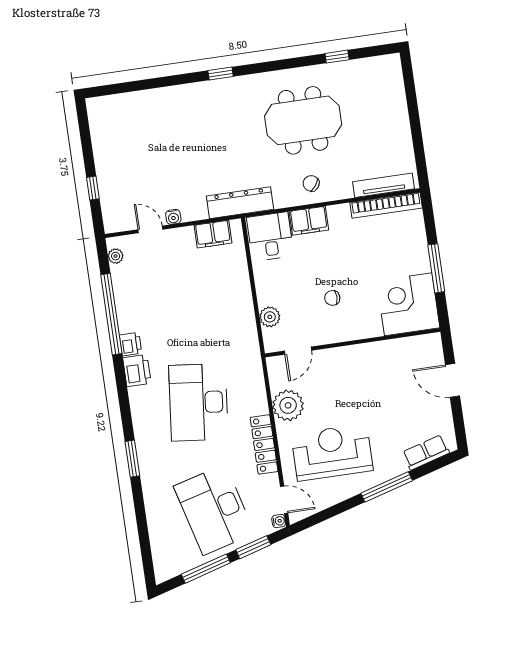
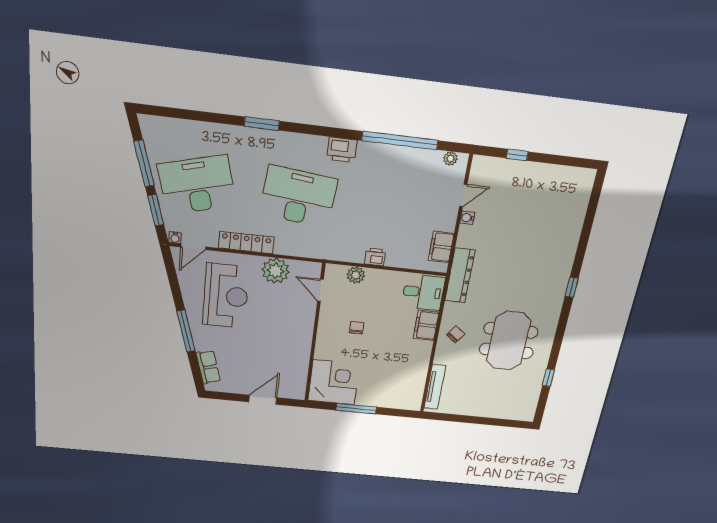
bookcase: (386, 205) -> (418, 385), removed
printer: (131, 344) -> (375, 257), moved, turned 180

